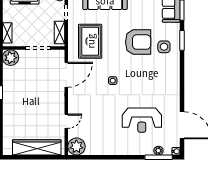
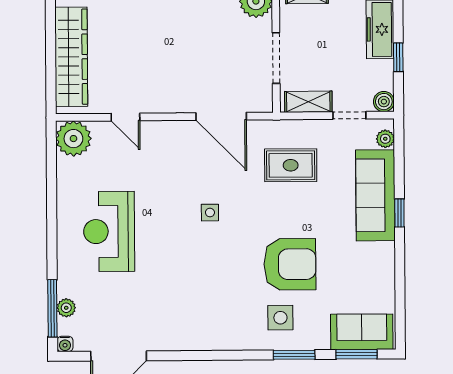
rug: (90, 41) -> (291, 165), width x0.73, depth x0.70
armchair: (138, 42) -> (290, 264), turned -90
reception desk: (142, 120) -> (109, 231), moved

